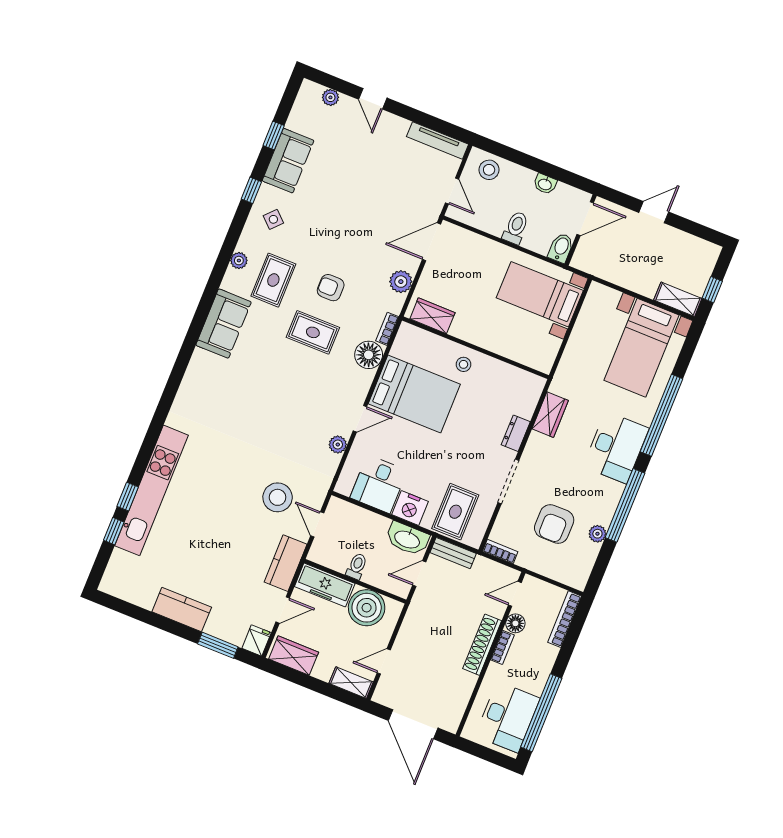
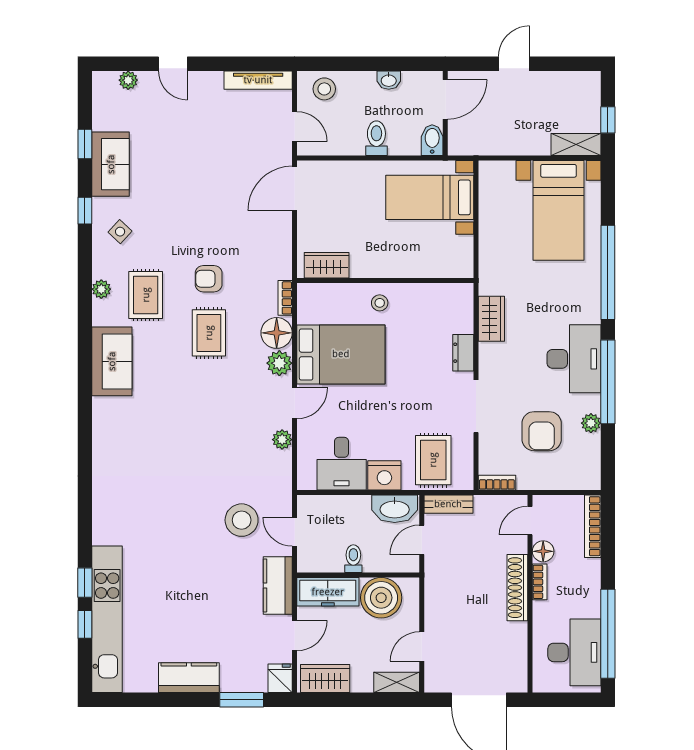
plant: (401, 282) -> (279, 363), moved
rug: (313, 332) -> (209, 333), turned 90
desk: (616, 447) -> (574, 359), moved
kitchen unit: (151, 490) -> (107, 619), moved

